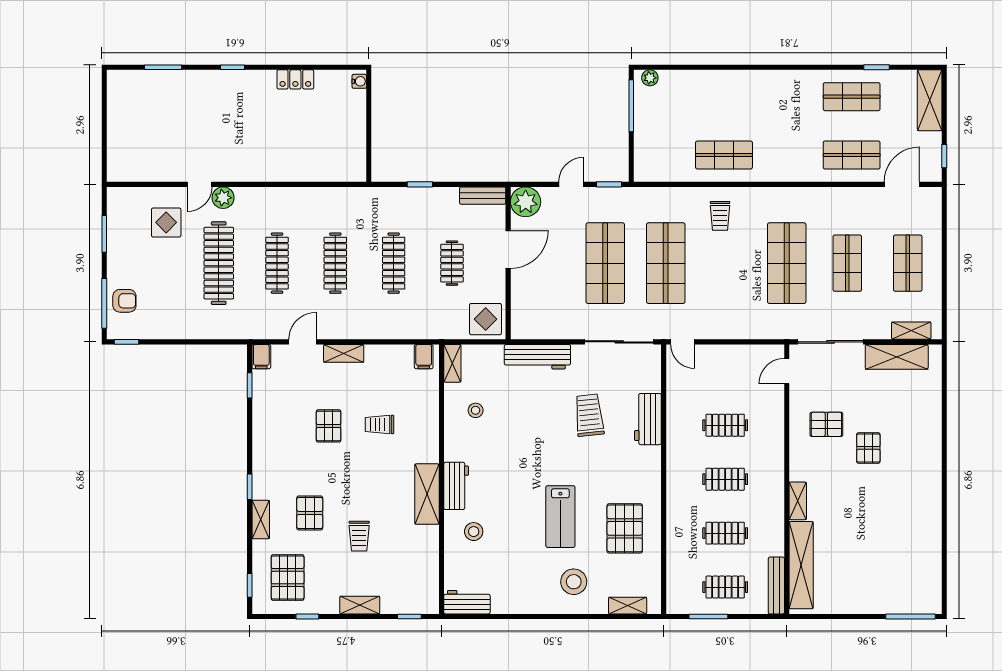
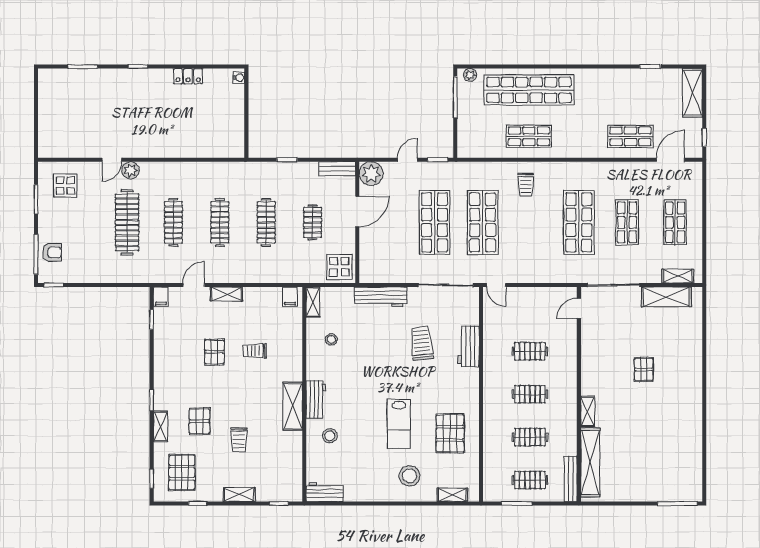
shop shelf: (852, 97) -> (529, 90), moved, width x2.00, depth x1.36
display table: (166, 222) -> (65, 186), moved
pallet: (826, 424) -> (610, 351), removed

